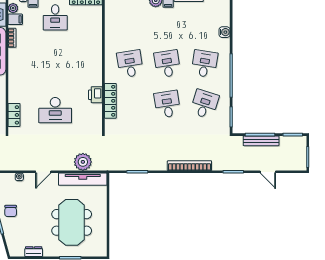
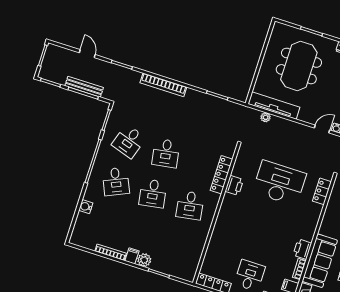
printer: (15, 57) -> (302, 249), added
desk: (204, 64) -> (116, 181), turned -33
desk: (55, 110) -> (279, 183), width x1.36, depth x1.30
plant: (83, 162) -> (266, 117), width x0.53, depth x0.53
door: (43, 172) -> (322, 129), moved

